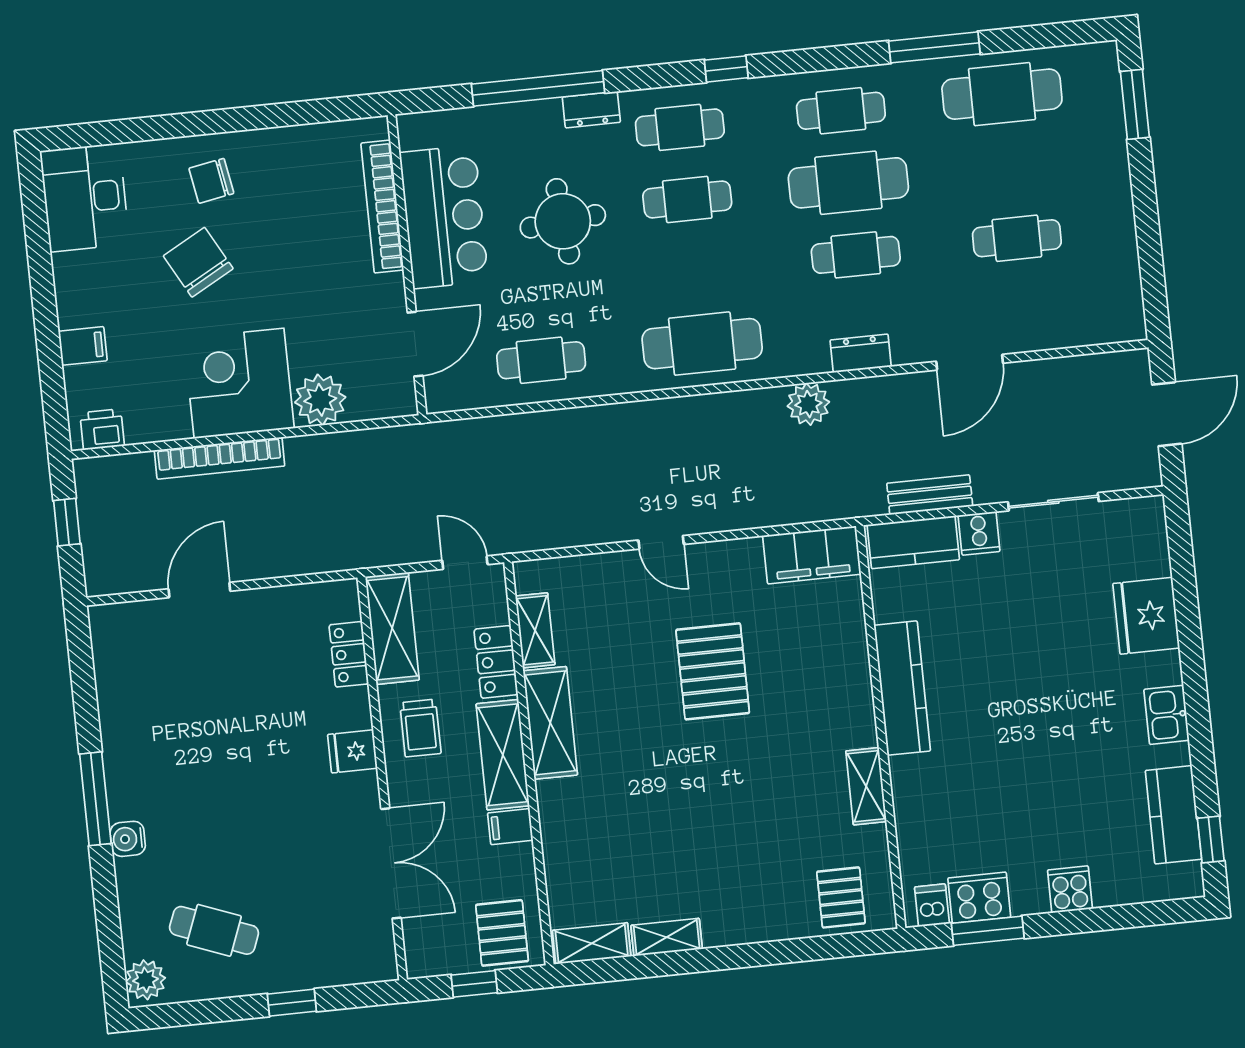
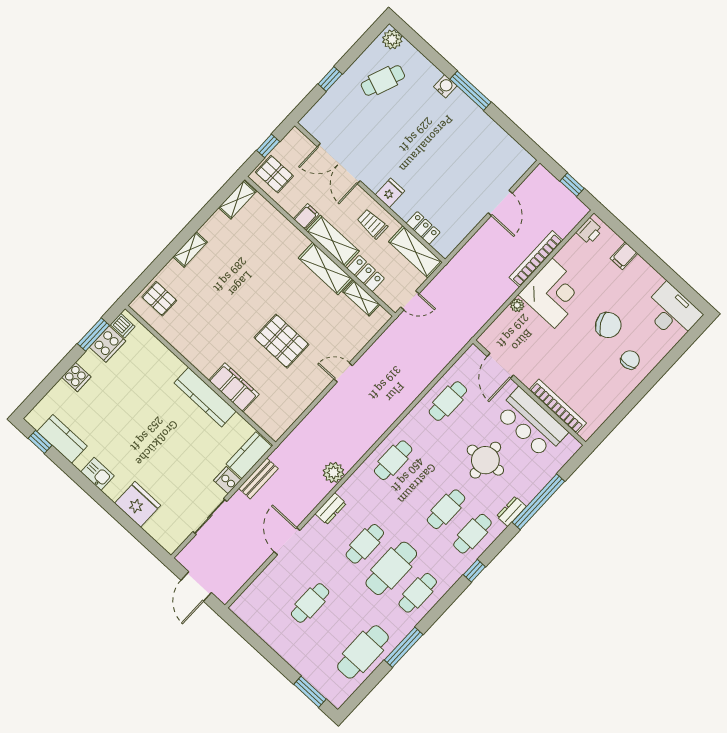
cafe table: (702, 344) -> (393, 460), width x0.73, depth x0.74
plant: (320, 400) -> (517, 305), width x0.53, depth x0.53
filing cabinet: (812, 555) -> (234, 387), moved, turned 90
shelving: (866, 786) -> (186, 349), removed
shelving: (667, 937) -> (190, 249), moved

